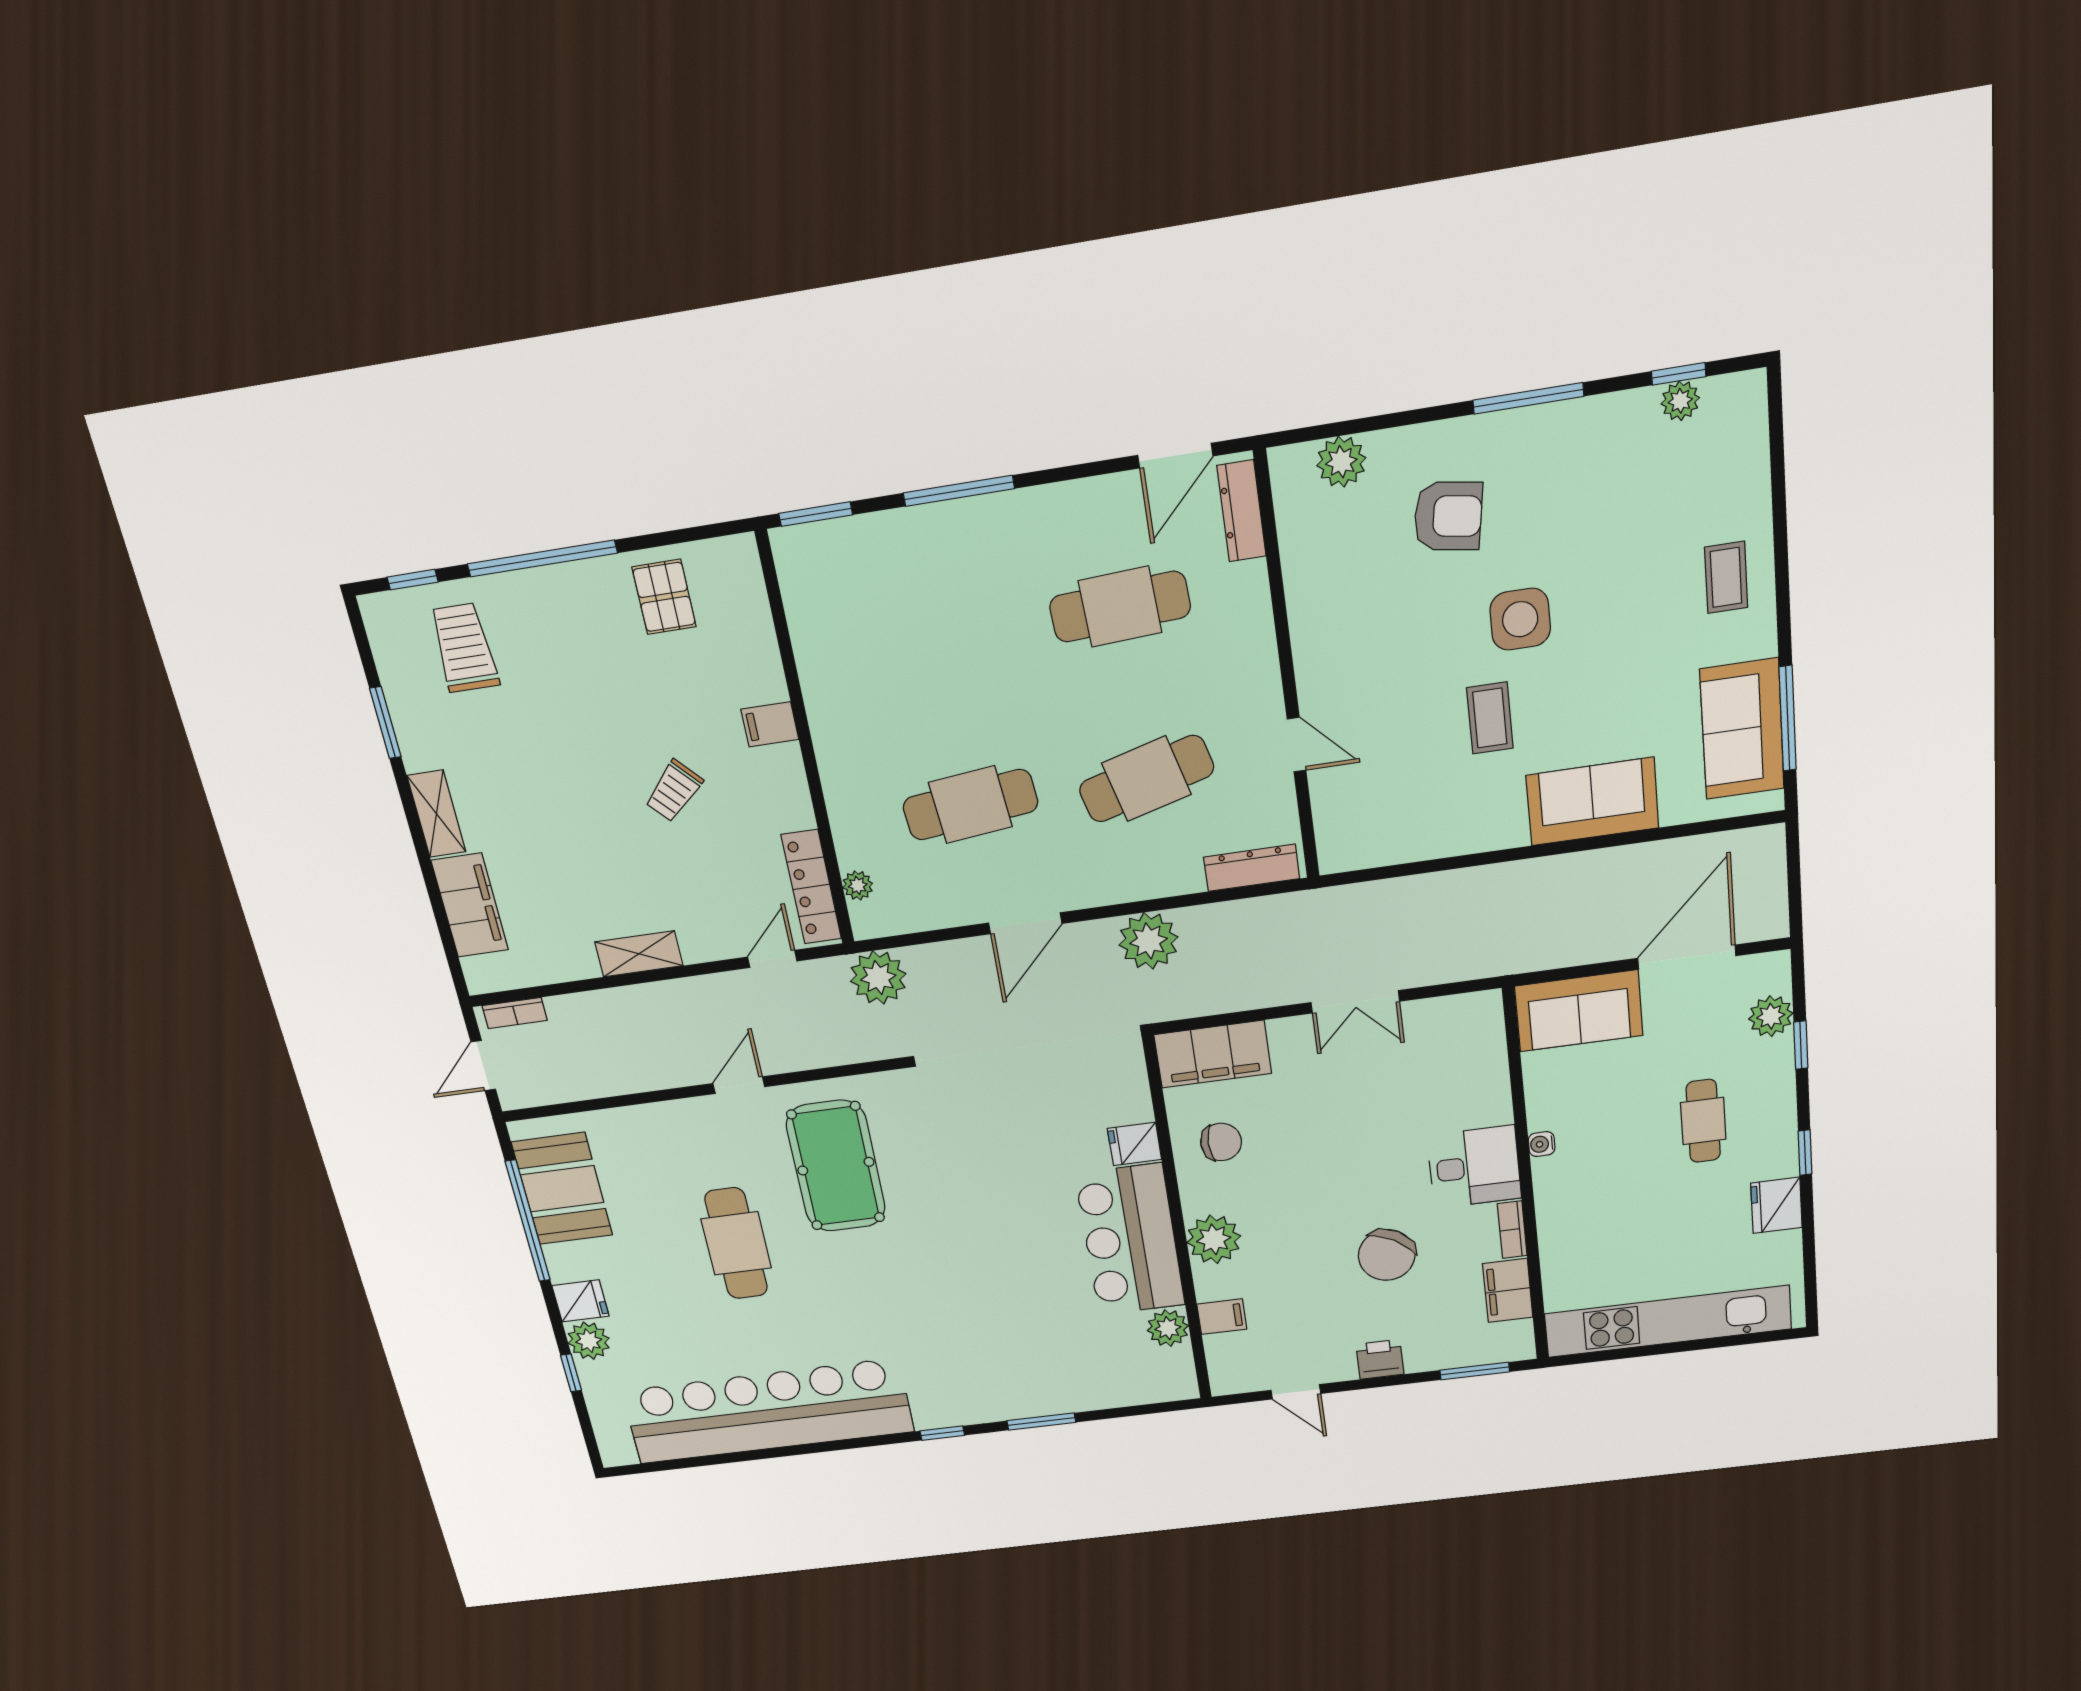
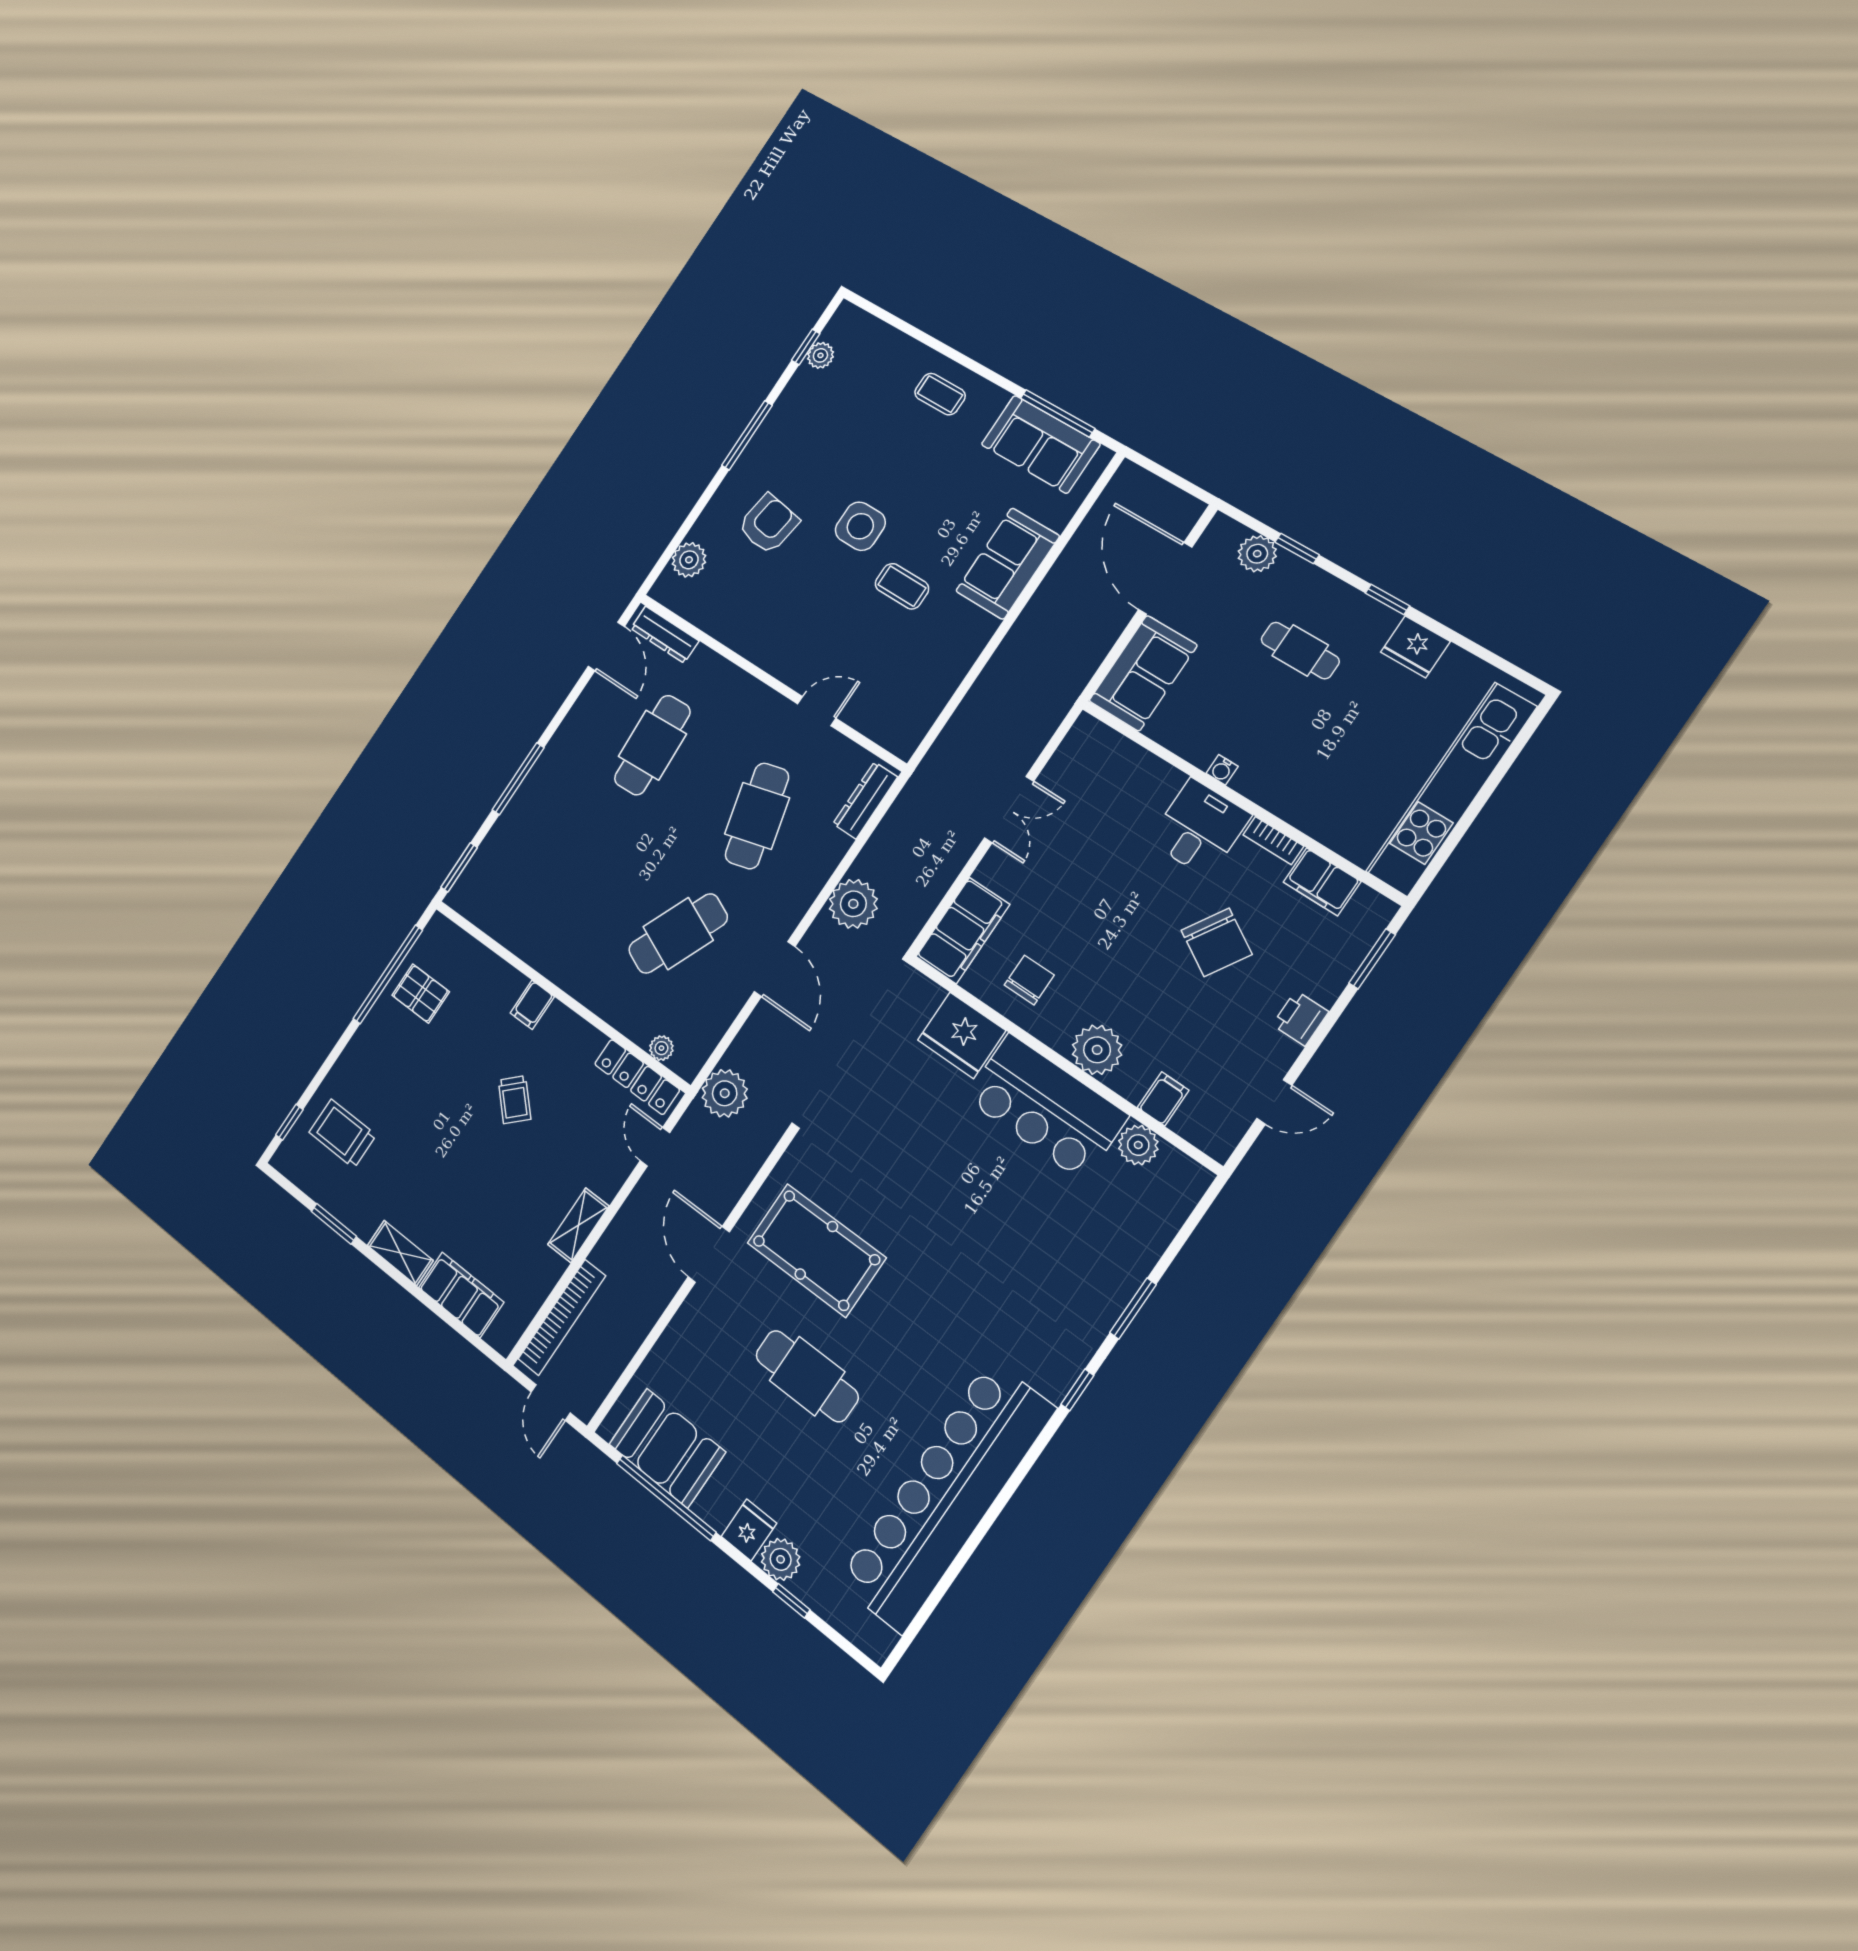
window: (542, 559) -> (388, 974), moved
cafe table: (970, 805) -> (678, 934), turned 30
bookcase: (515, 1013) -> (562, 1317), width x2.31, depth x1.31
door: (739, 1085) -> (709, 1254), width x1.38
fridge: (1134, 1144) -> (962, 1035), width x1.88, depth x1.34

